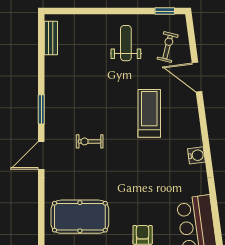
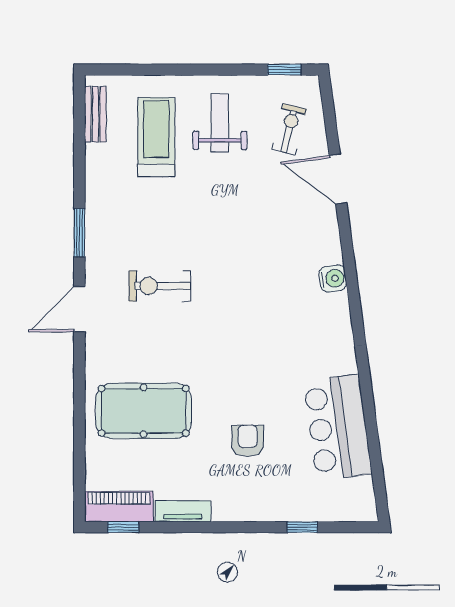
treadmill: (149, 113) -> (156, 137), moved
exercise bike: (90, 141) -> (160, 286), width x1.38, depth x1.39
water cooler: (196, 155) -> (333, 278), moved

